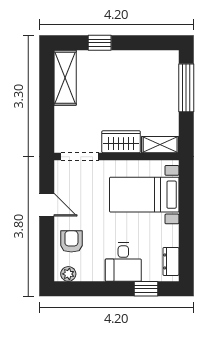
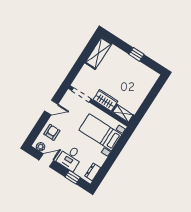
window: (100, 43) -> (136, 54), moved
window: (186, 88) -> (152, 95), removed
door: (47, 205) -> (51, 108), hinge flipped
door: (90, 289) -> (46, 160), added

